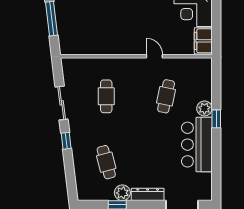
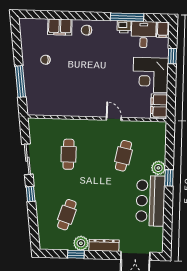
cafe table: (106, 162) -> (67, 215), turned 33

